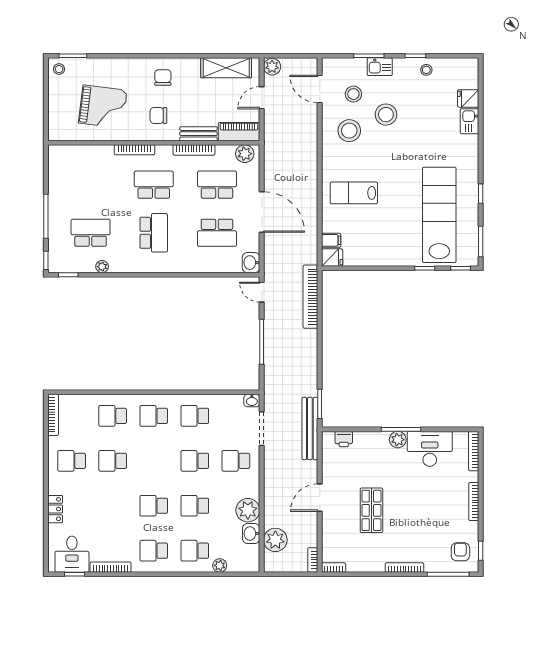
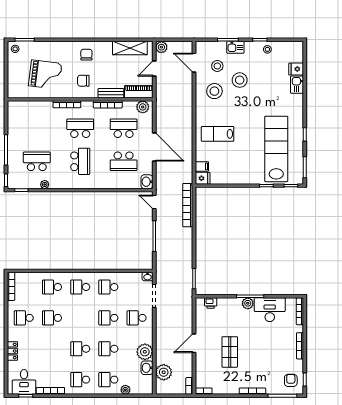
bench: (310, 428) -> (187, 296), removed

